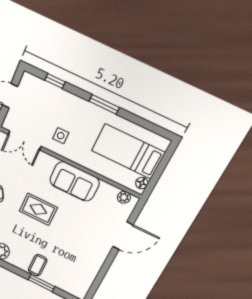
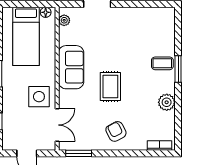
side table: (61, 136) -> (39, 97), width x1.87, depth x1.87
window: (41, 283) -> (178, 69), moved

